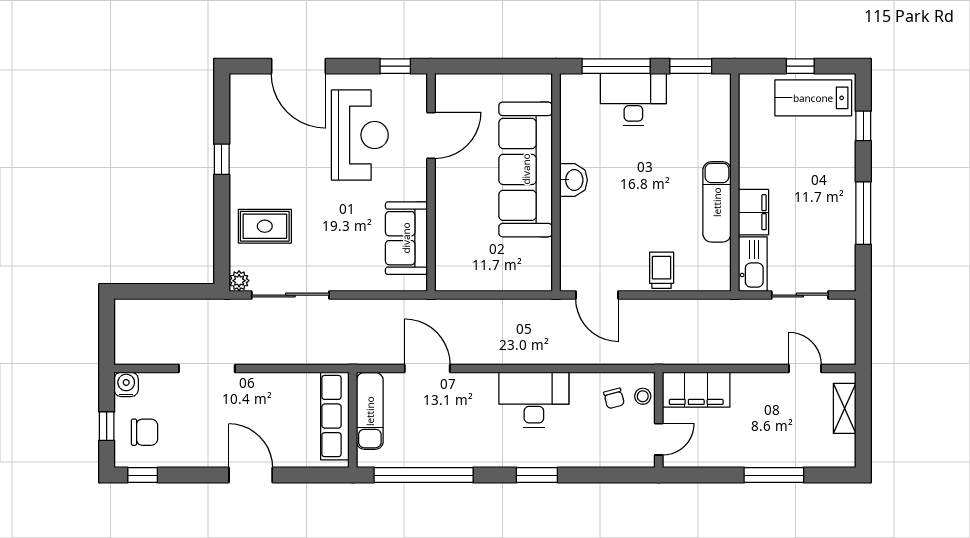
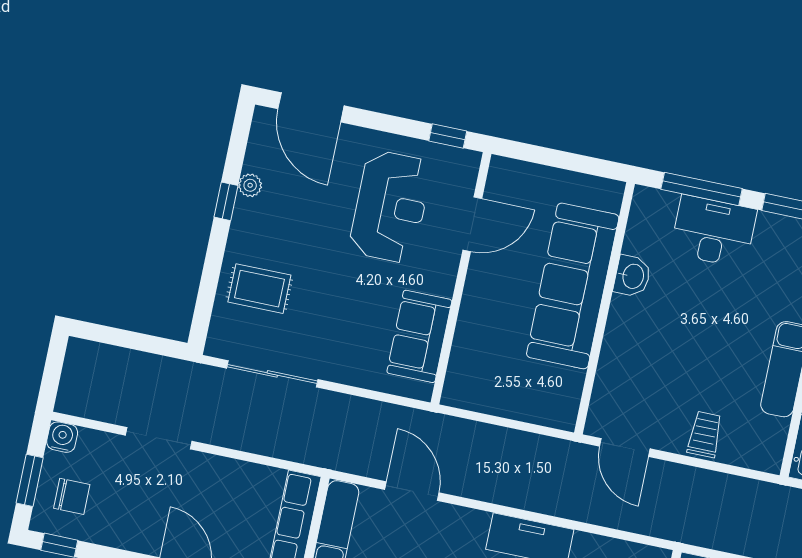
door: (298, 66) -> (311, 107), moved
washbasin: (573, 180) -> (632, 276), moved
plant: (239, 281) -> (250, 185), moved
window: (107, 426) -> (30, 480), width x1.50

